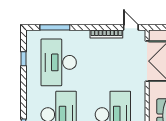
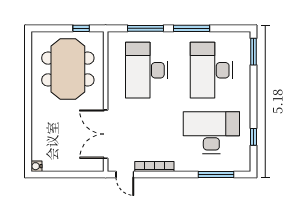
desk: (59, 62) -> (211, 133), turned -90

